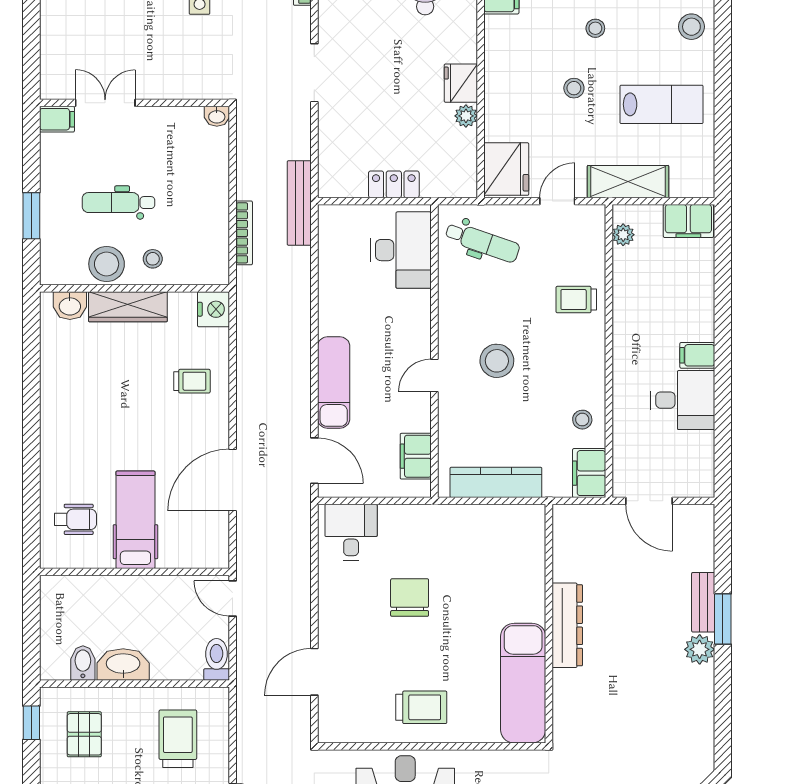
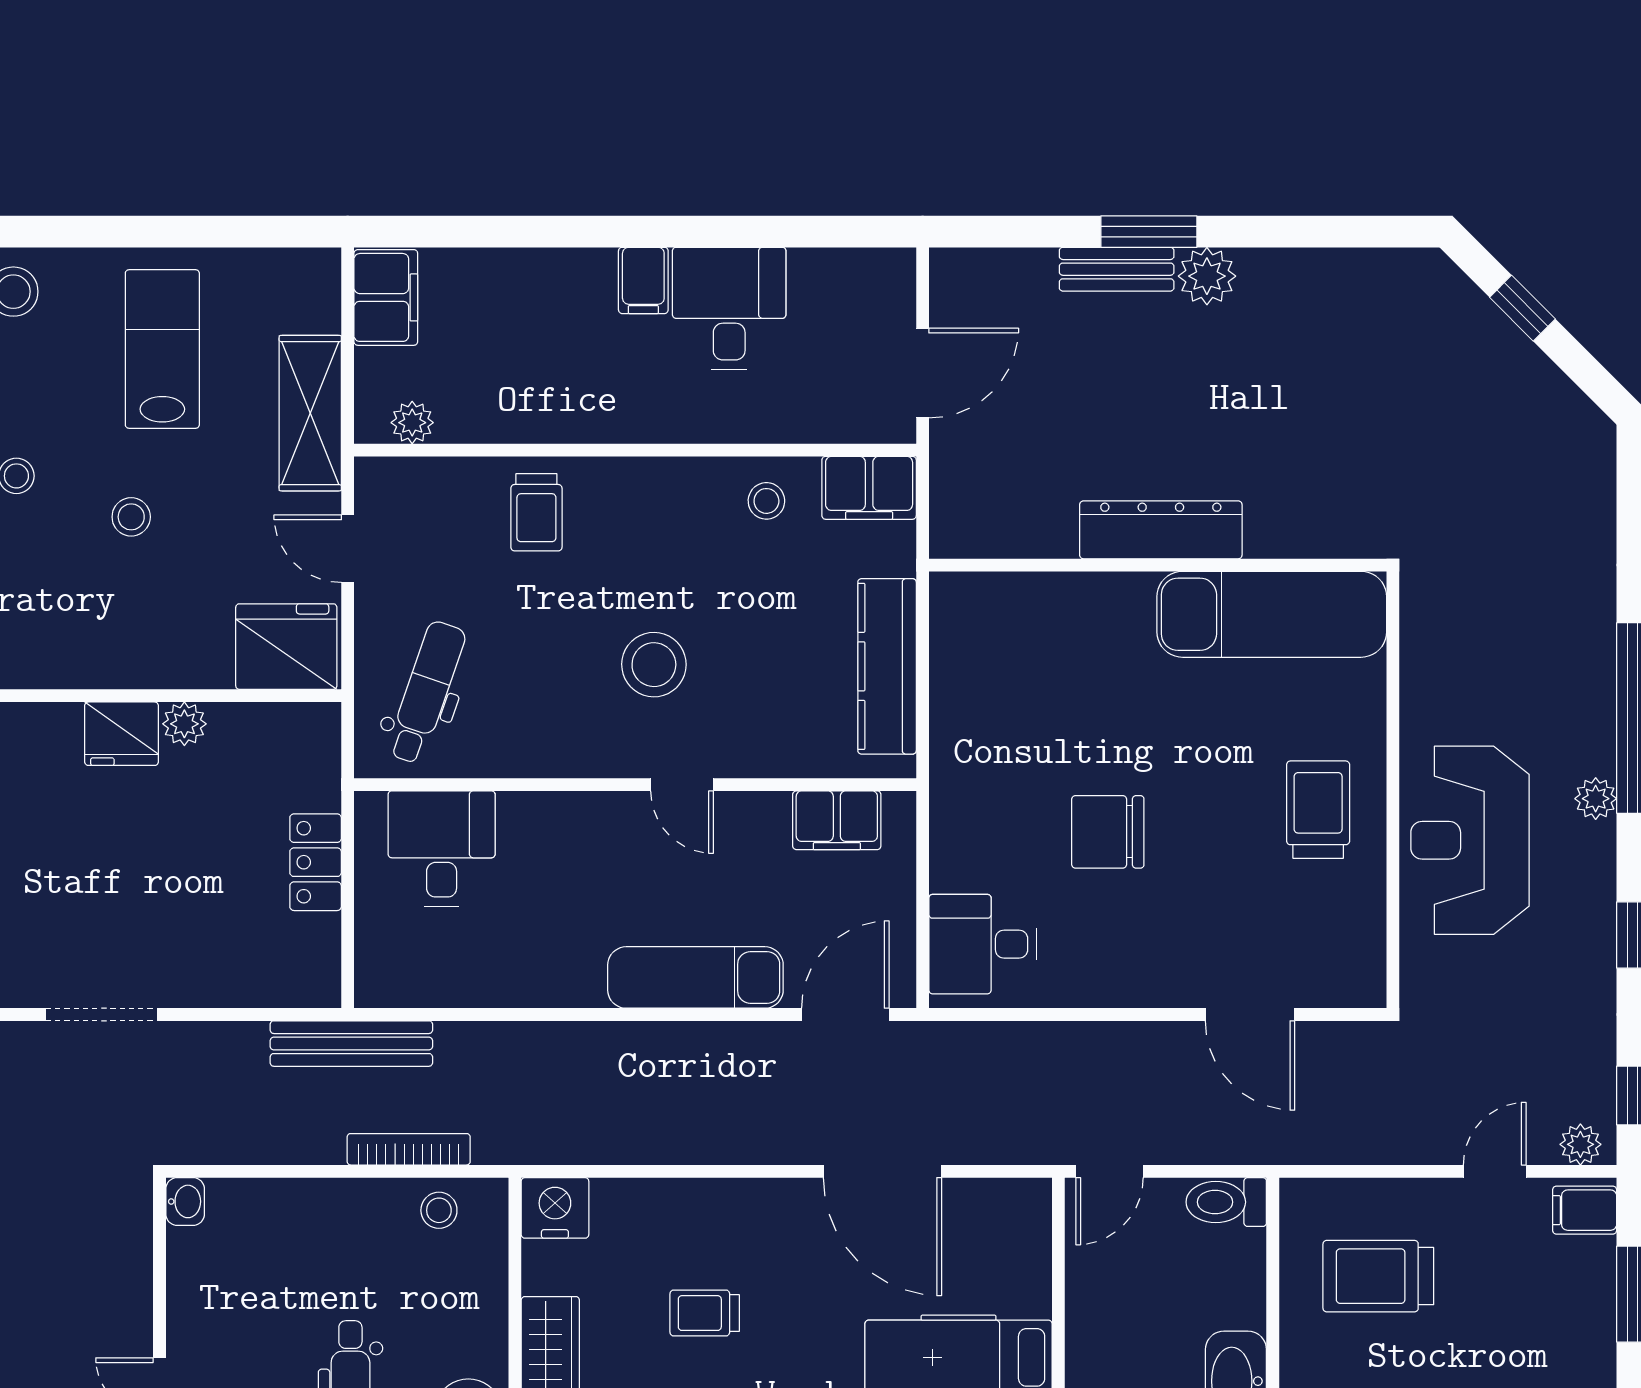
desk: (401, 250) -> (442, 849), width x0.73
stool: (153, 259) -> (439, 1210), moved
trolley: (192, 381) -> (705, 1313), moved, turned -90

